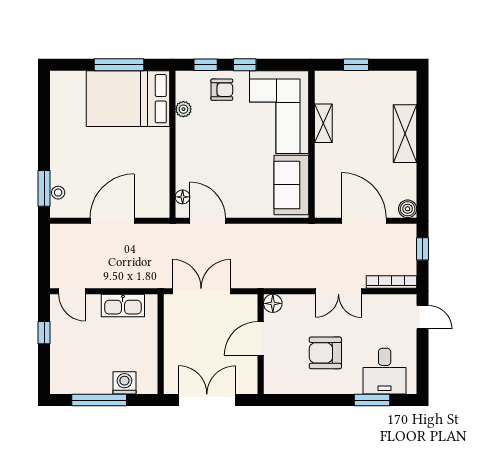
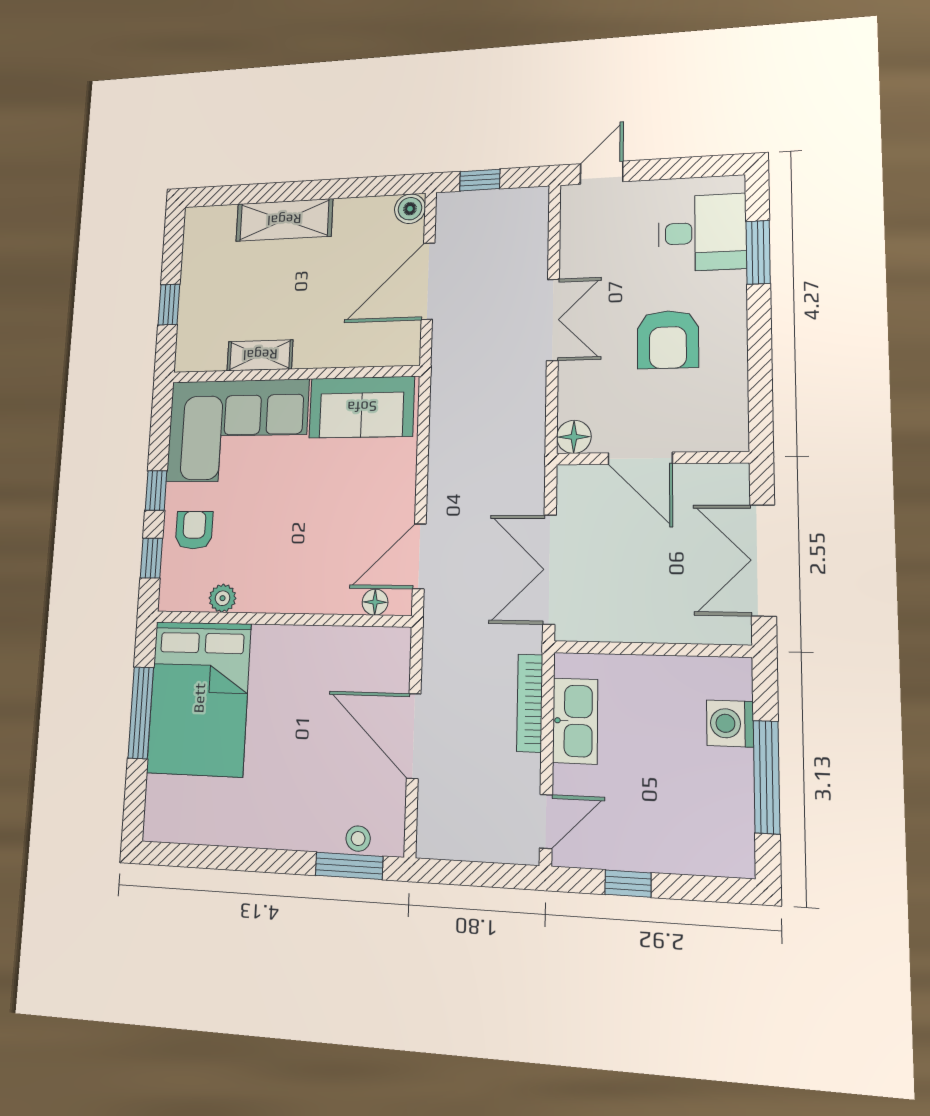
bookcase: (391, 282) -> (530, 703), moved

